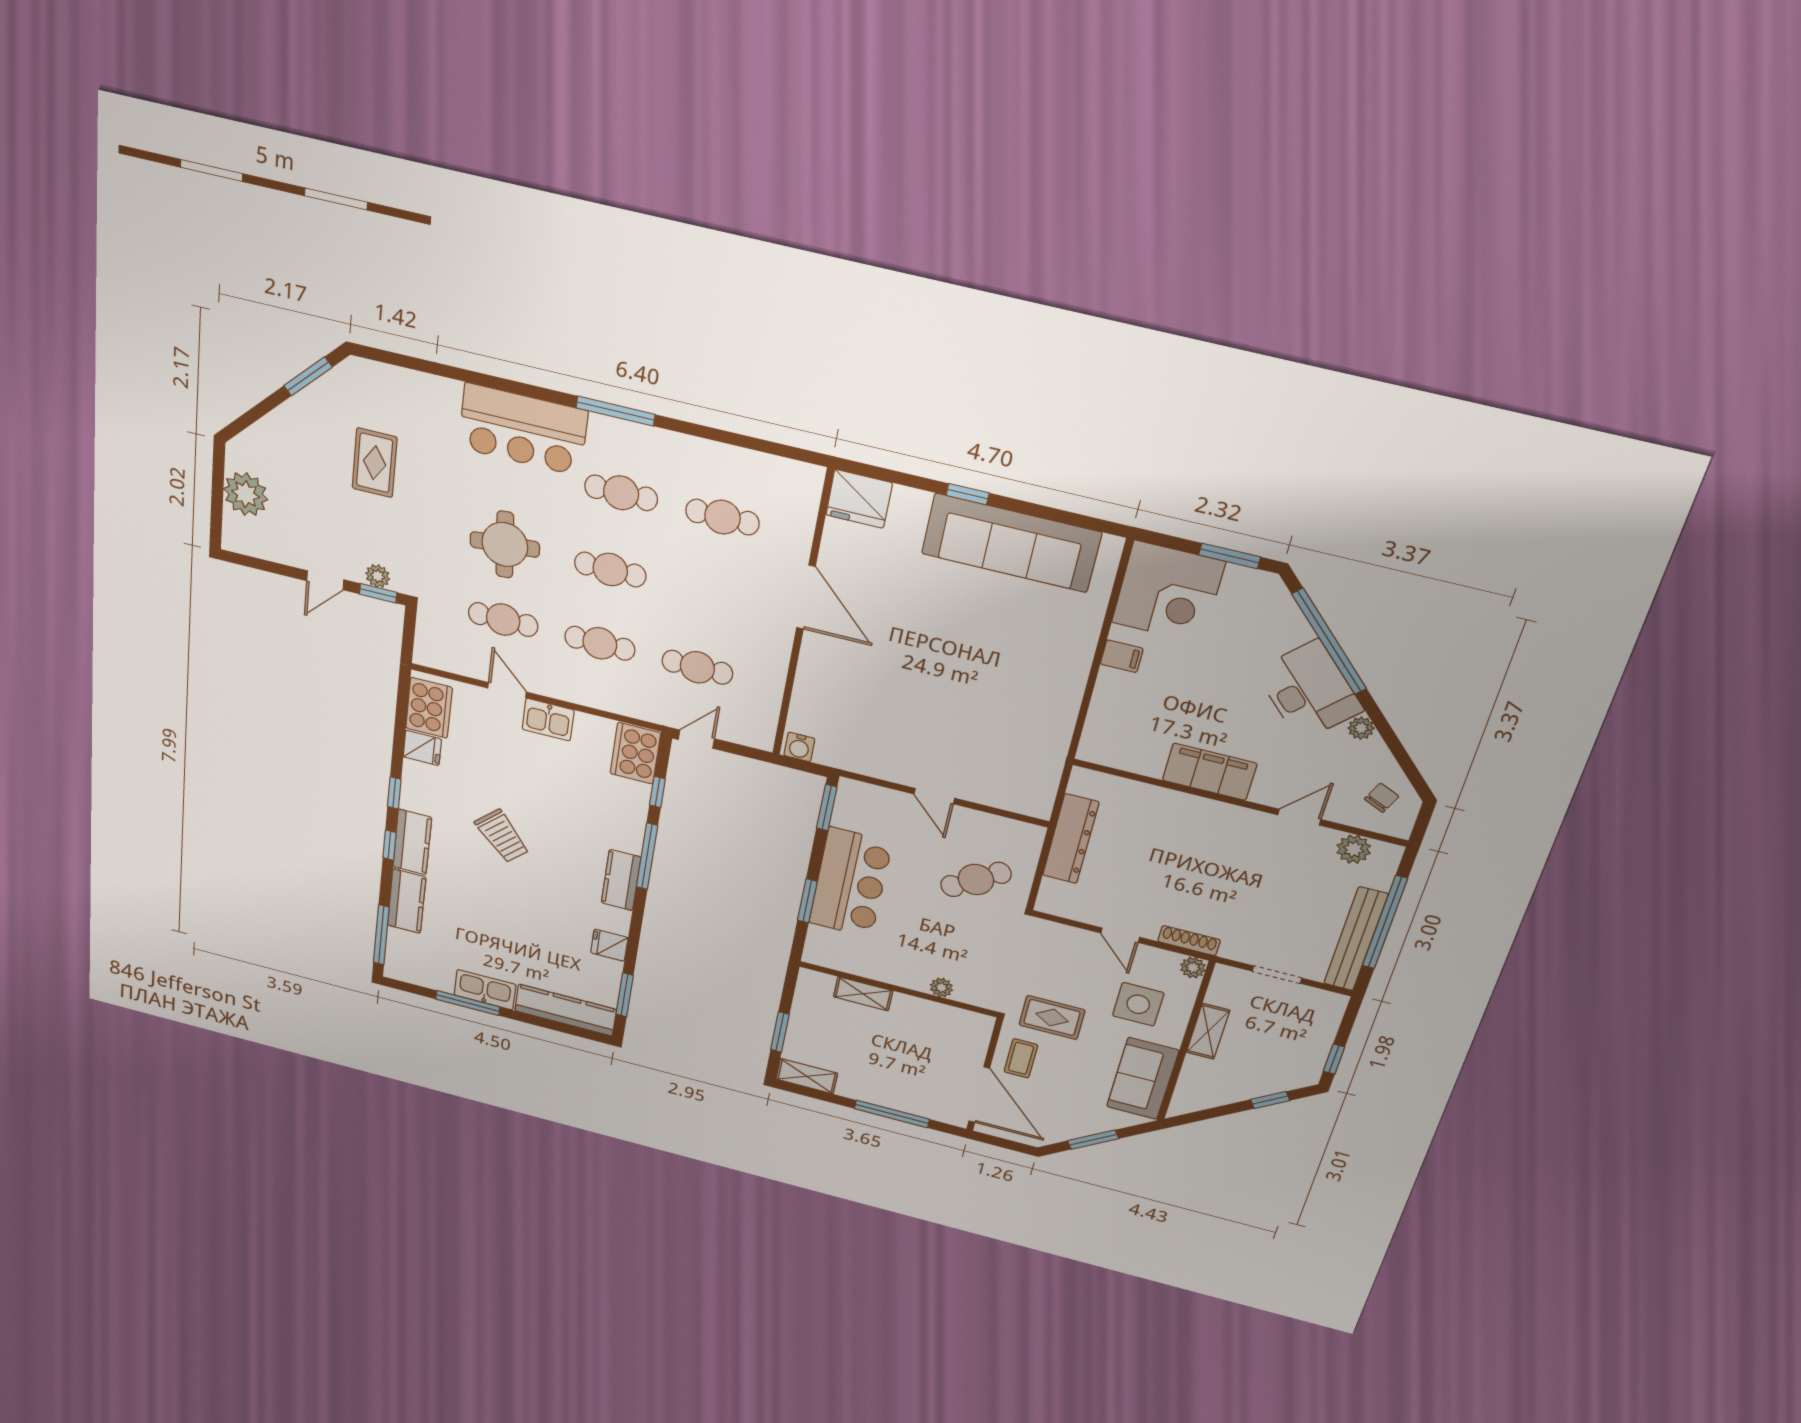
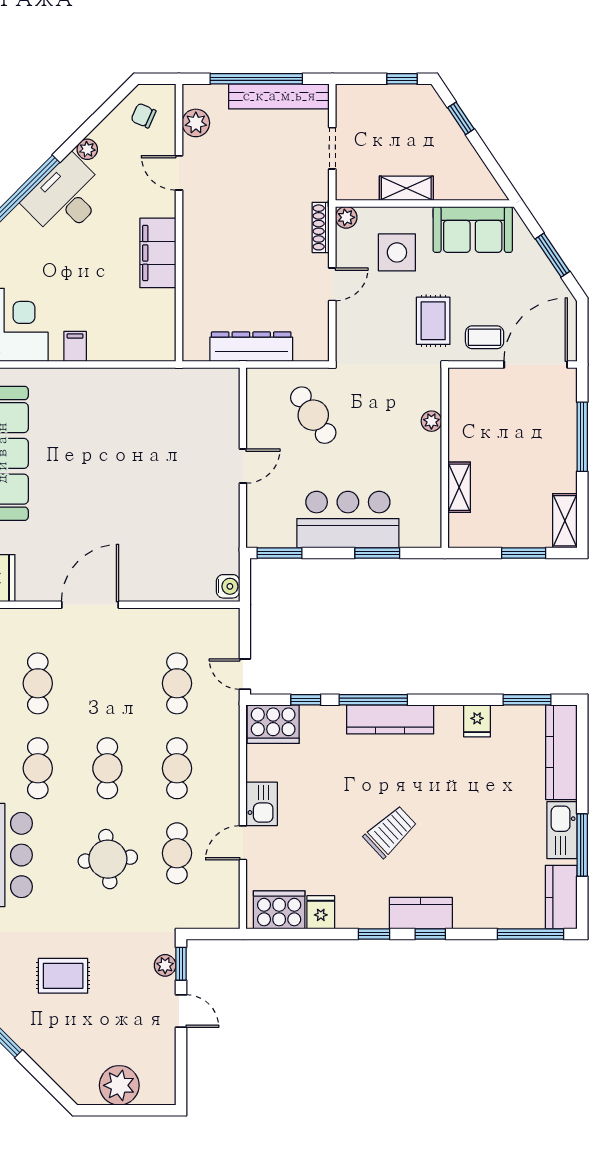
kitchen counter: (621, 880) -> (390, 719), width x1.50
kitchen counter: (407, 901) -> (561, 897), moved, turned -90

